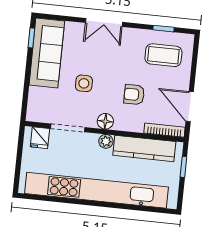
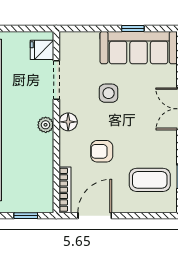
window: (31, 38) -> (133, 28), moved
coffee table: (163, 55) -> (150, 180), turned 90
armchair: (134, 95) -> (102, 151), turned -90
kitchen counter: (144, 148) -> (42, 169), removed

